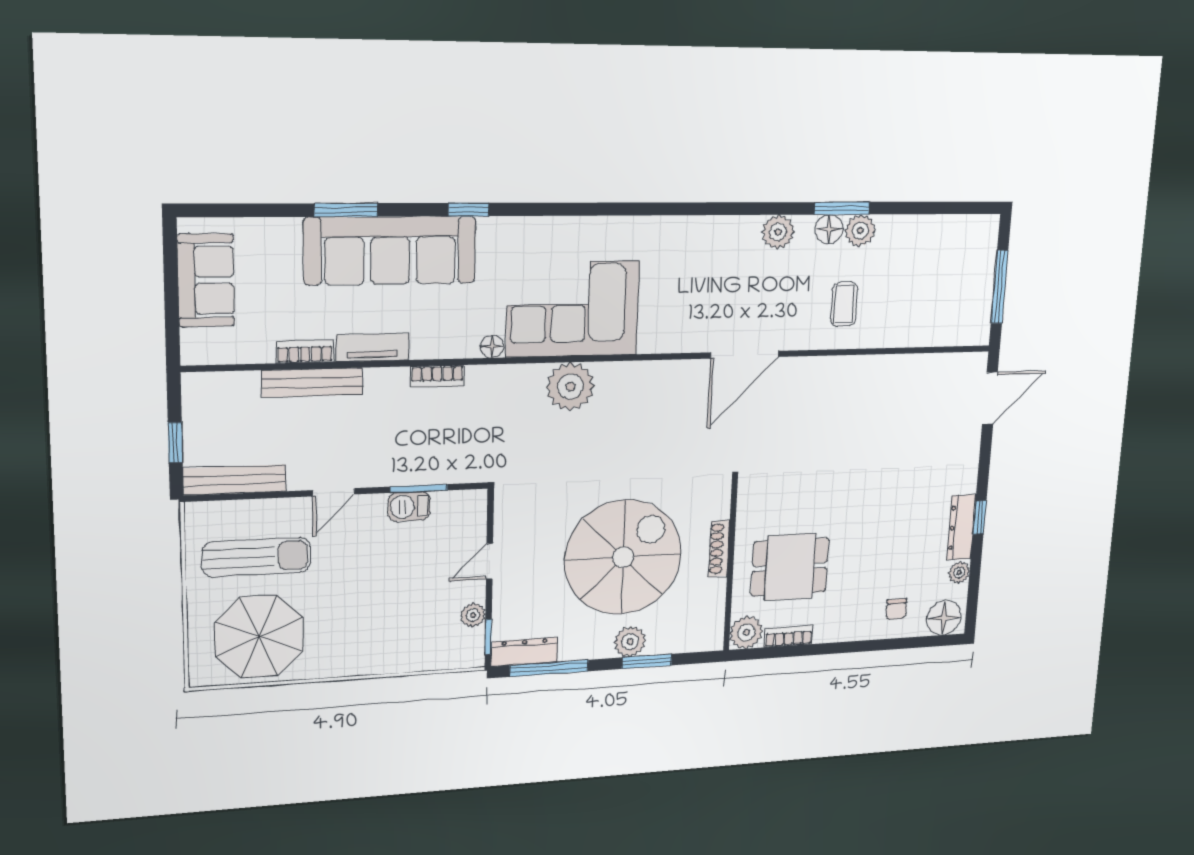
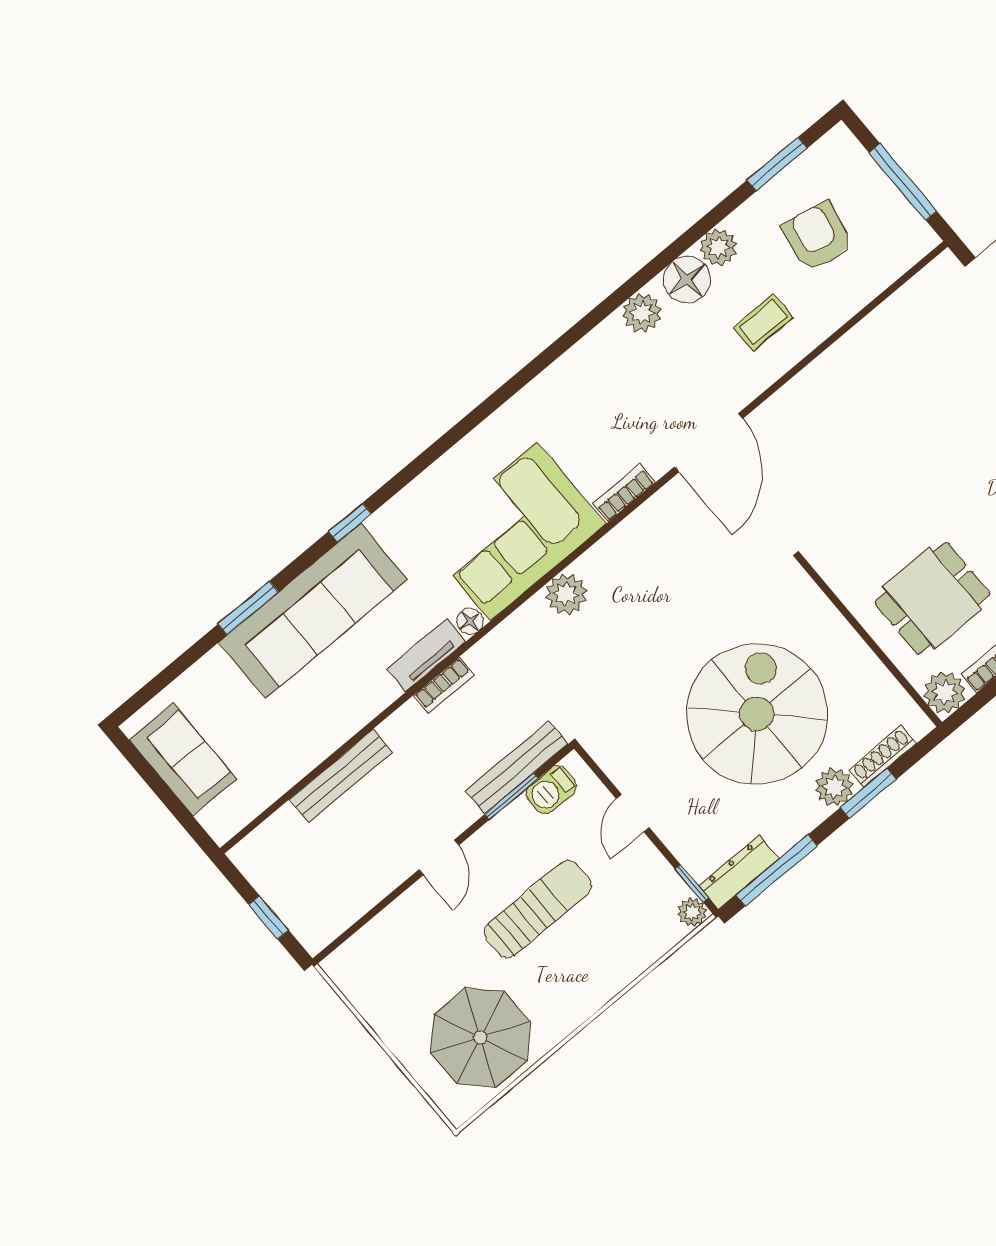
window: (842, 208) -> (777, 164), moved
floor lamp: (829, 229) -> (687, 280), width x1.38, depth x1.38
armchair: (922, 277) -> (817, 237), added
coffee table: (844, 304) -> (763, 322), turned 90
tv unit: (372, 348) -> (426, 655), moved
bookcase: (305, 352) -> (624, 493), moved
plant: (570, 387) -> (566, 594), width x0.73, depth x0.73
bench: (235, 480) -> (517, 767), moved
barbecue: (409, 506) -> (551, 790), moved
shoe rack: (719, 549) -> (883, 757), moved, turned 90
sun lounger: (257, 557) -> (538, 909), moved
plant: (473, 615) -> (692, 912), moved

